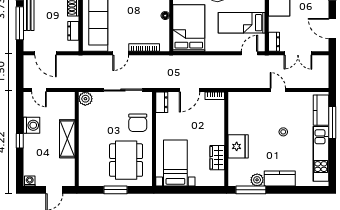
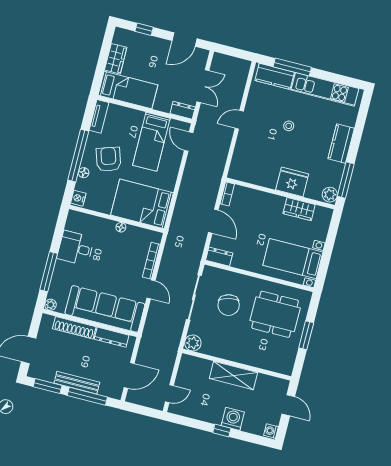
dresser: (73, 31) -> (112, 337), width x1.44
chair: (138, 123) -> (229, 305), moved, turned 77
washing machine: (32, 125) -> (233, 419), moved
plant: (257, 180) -> (330, 195), moved

